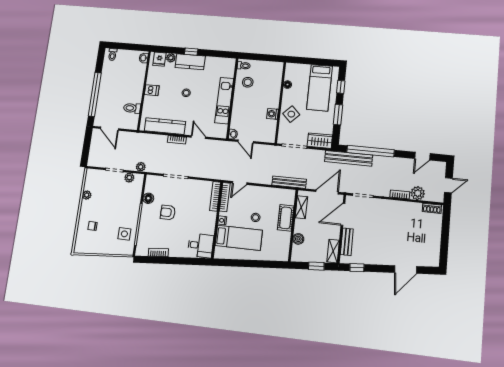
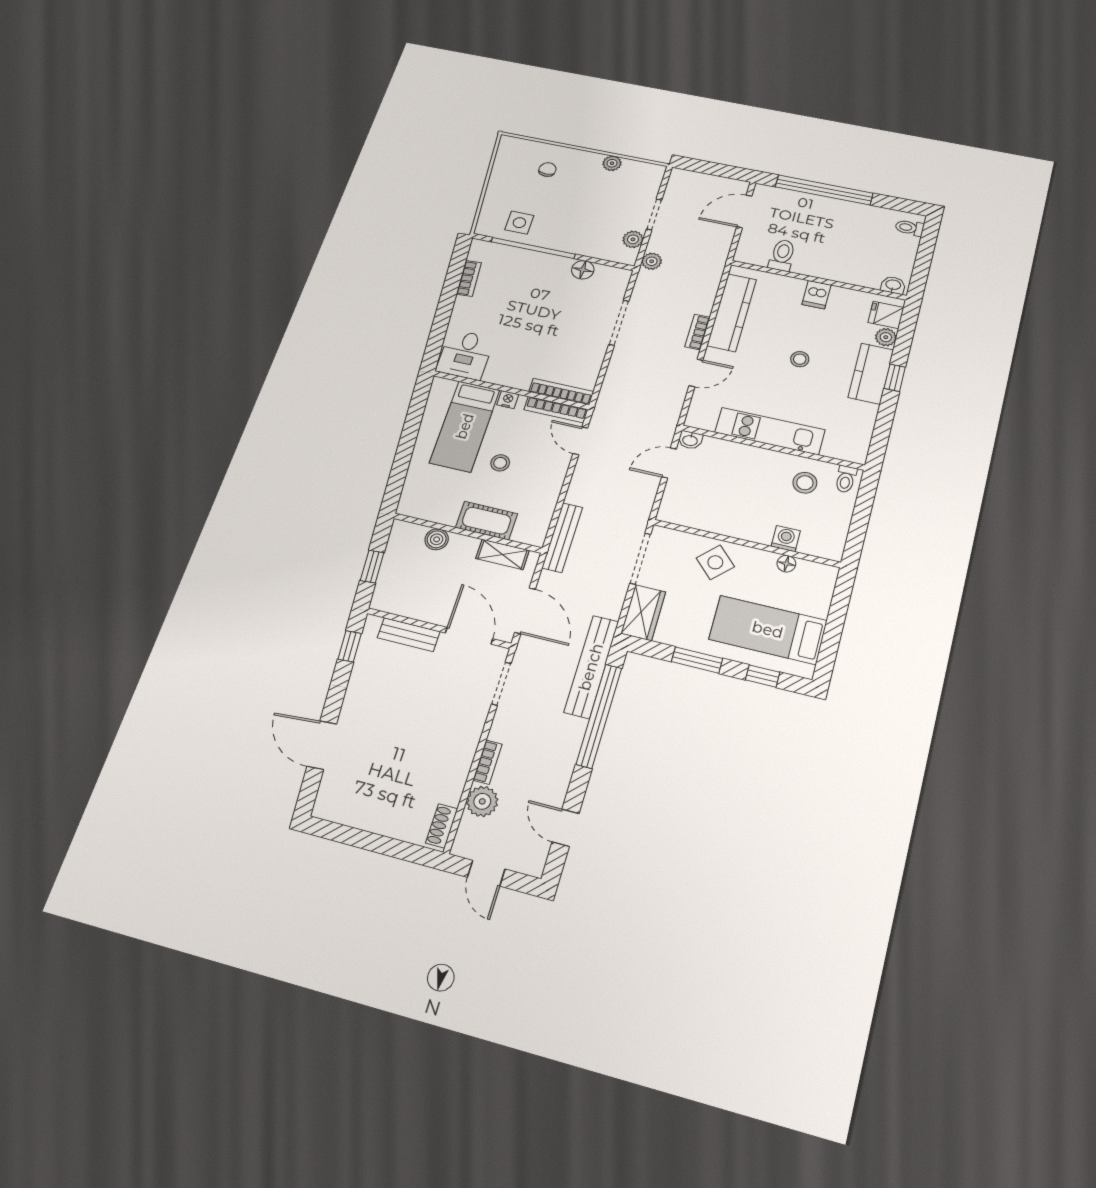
washing machine: (273, 114) -> (786, 539), moved
armchair: (168, 212) -> (546, 302), removed
shelving: (333, 251) -> (396, 604), removed

